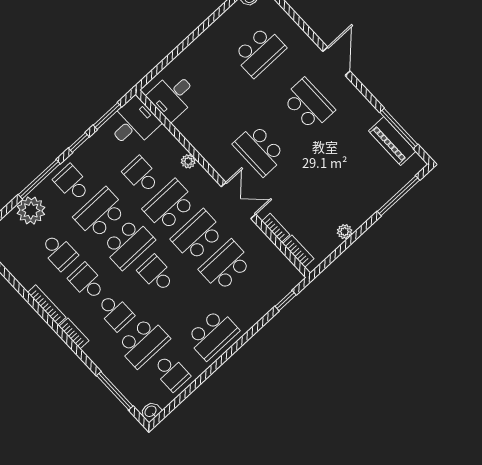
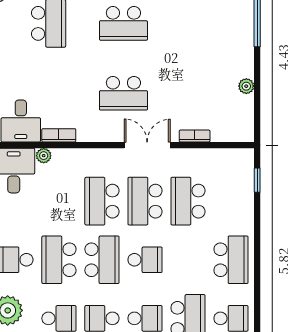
school desk: (308, 104) -> (123, 23), turned 180
plant: (188, 161) -> (44, 156), moved
school desk: (141, 175) -> (59, 201), removed
bookcase: (298, 251) -> (59, 135), moved
school desk: (156, 274) -> (145, 260), turned 180

